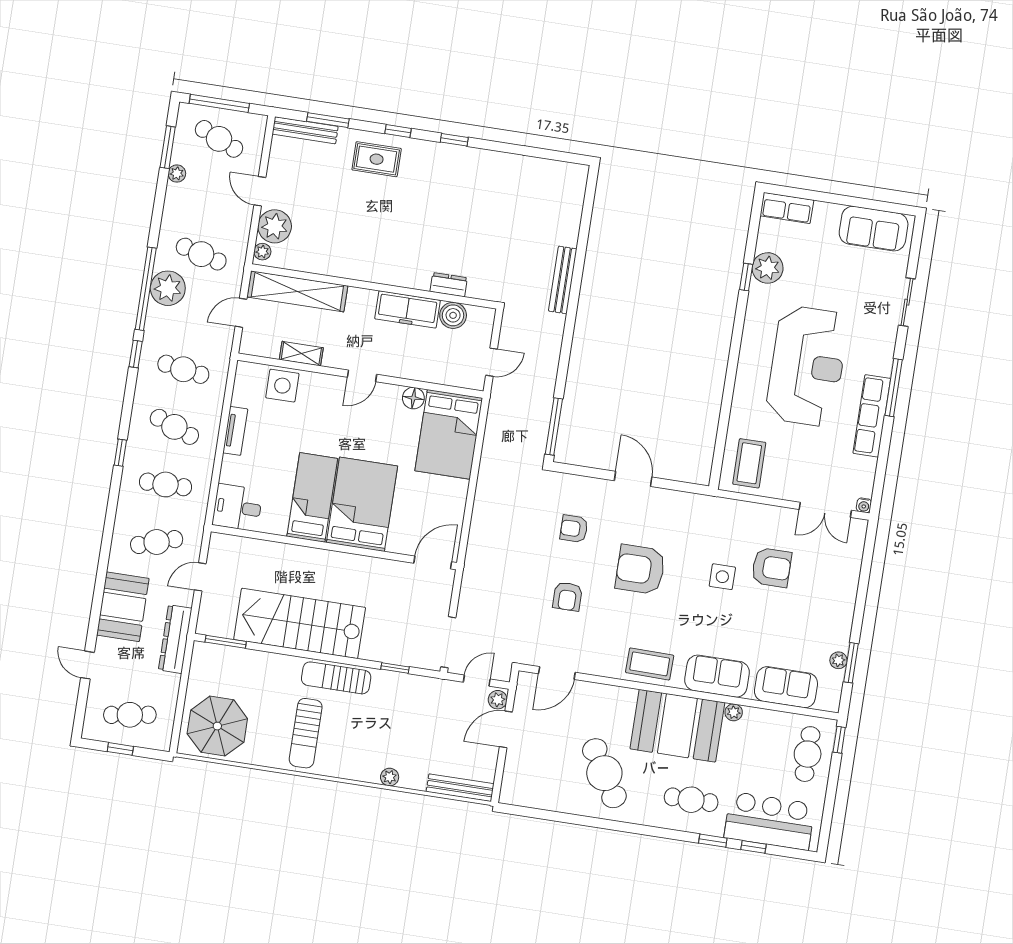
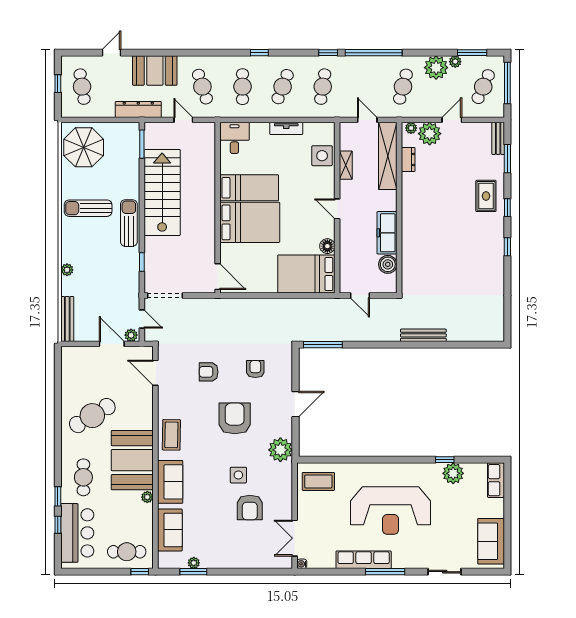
bench: (305, 130) -> (498, 138), width x0.73
dresser: (449, 285) -> (408, 159), moved
plant: (168, 288) -> (436, 68), moved
plant: (695, 511) -> (280, 450), added

